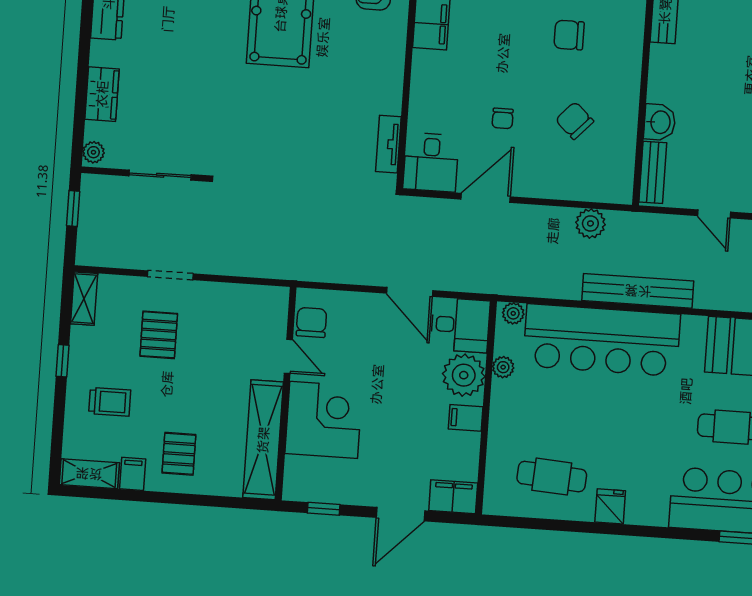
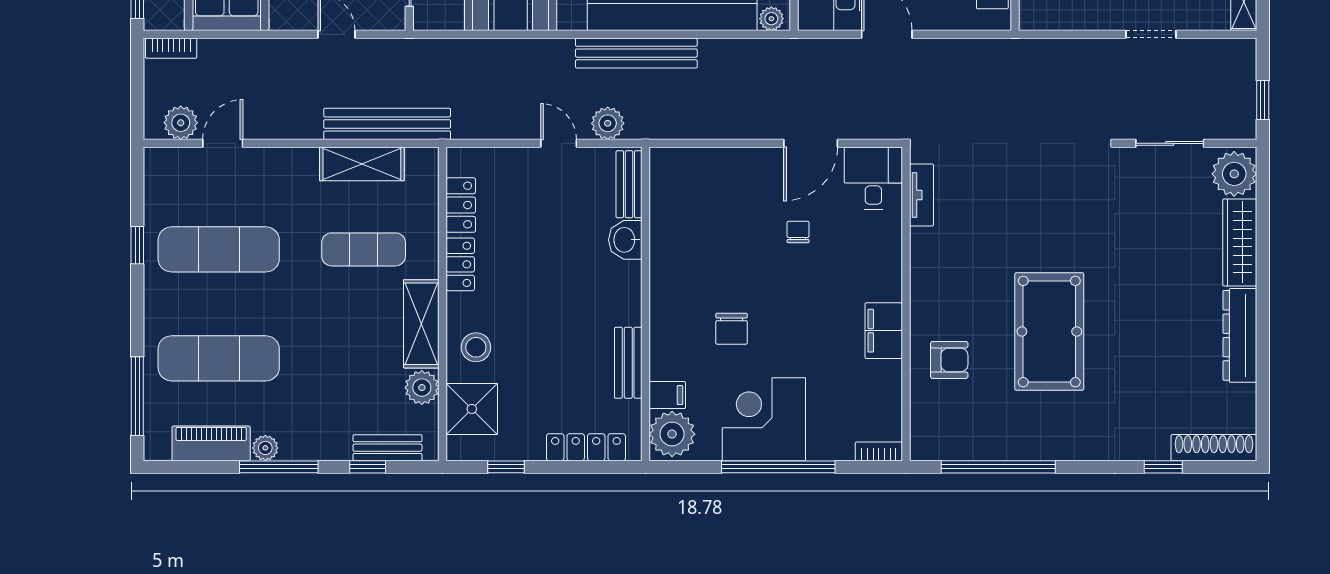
chair: (569, 35) -> (731, 329), turned 90
wardrobe: (102, 94) -> (1240, 242), width x1.50
chair: (575, 121) -> (719, 235), removed
plant: (93, 152) -> (1234, 174), width x1.88, depth x1.88
plant: (590, 223) -> (608, 123), moved

